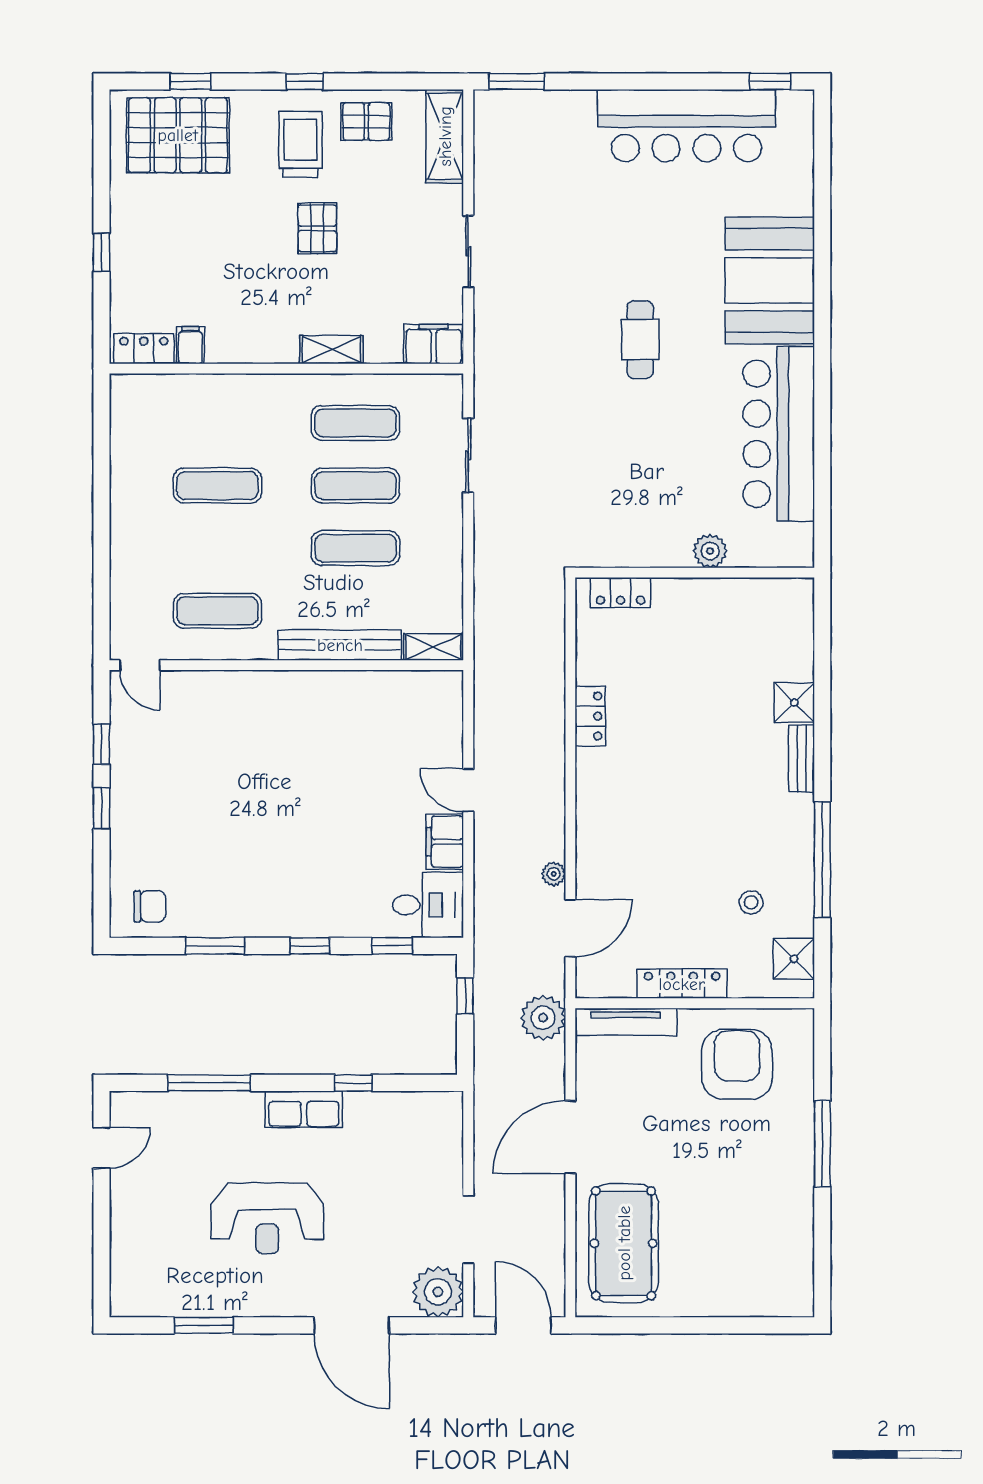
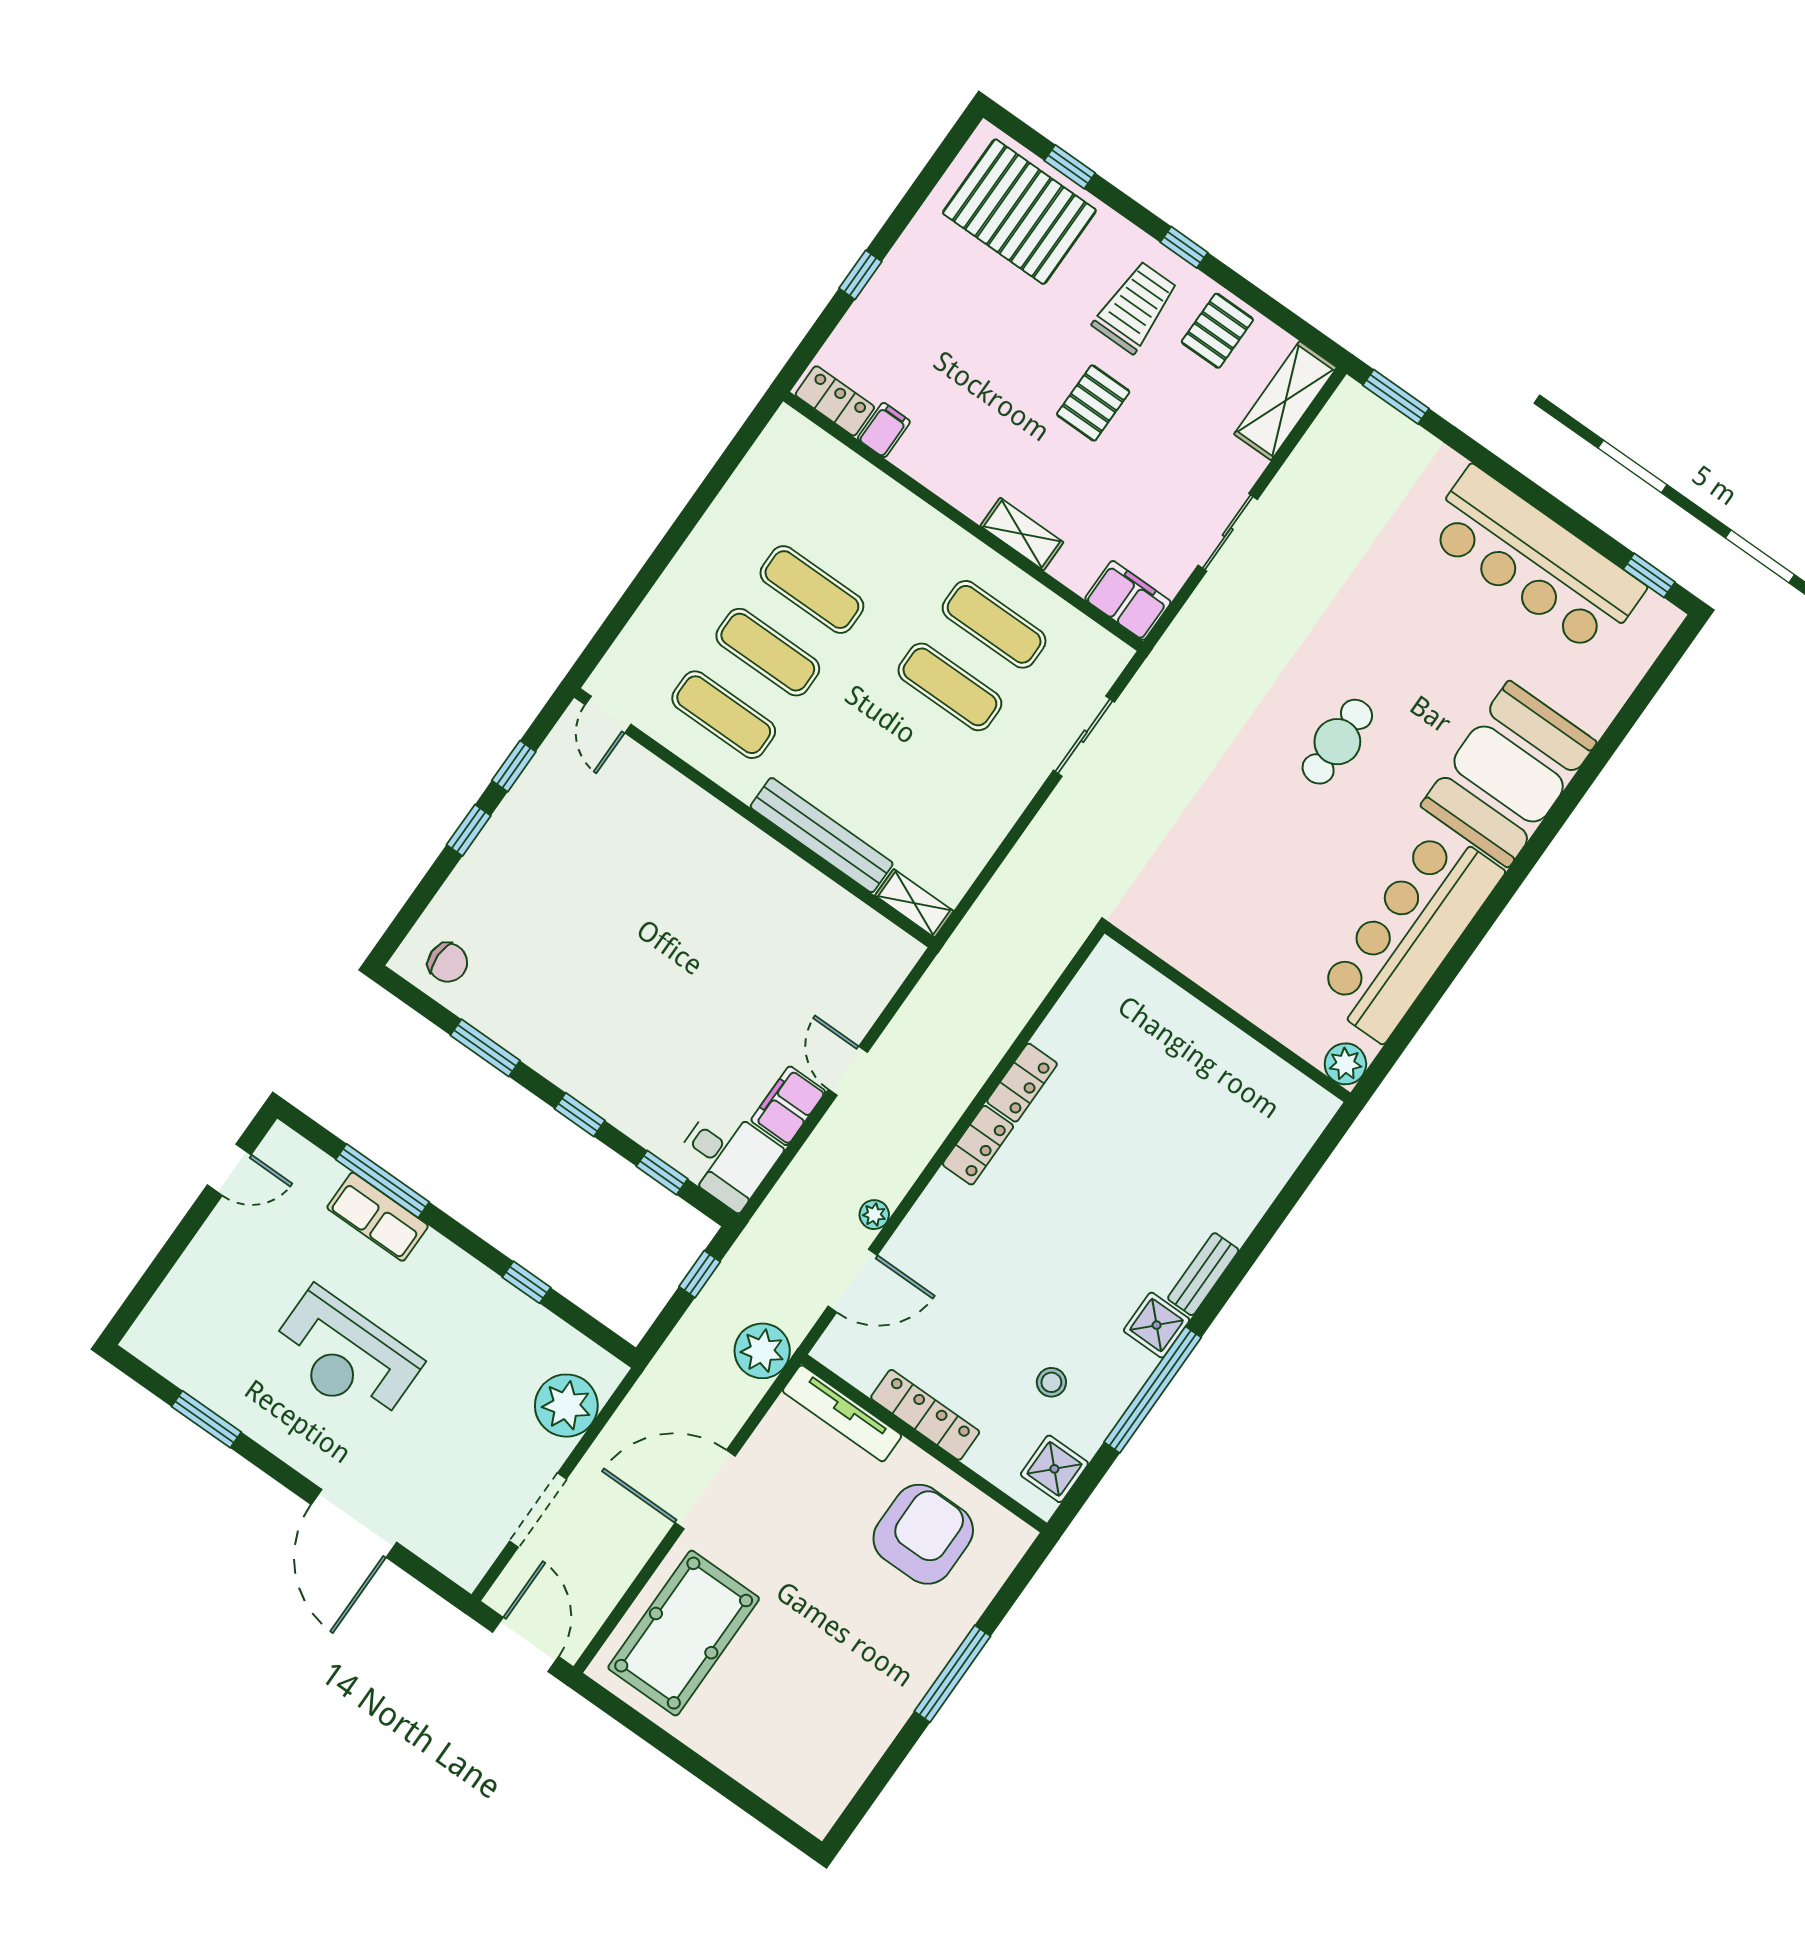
pallet: (366, 122) -> (1217, 331), turned 90
exercise mat: (356, 548) -> (768, 652), moved
plant: (710, 551) -> (1345, 1064), moved
locker: (620, 593) -> (978, 1145), moved, turned -90
shower: (794, 703) -> (1157, 1325), moved
row of seats: (304, 1109) -> (378, 1217), moved
plant: (438, 1292) -> (566, 1406), moved

